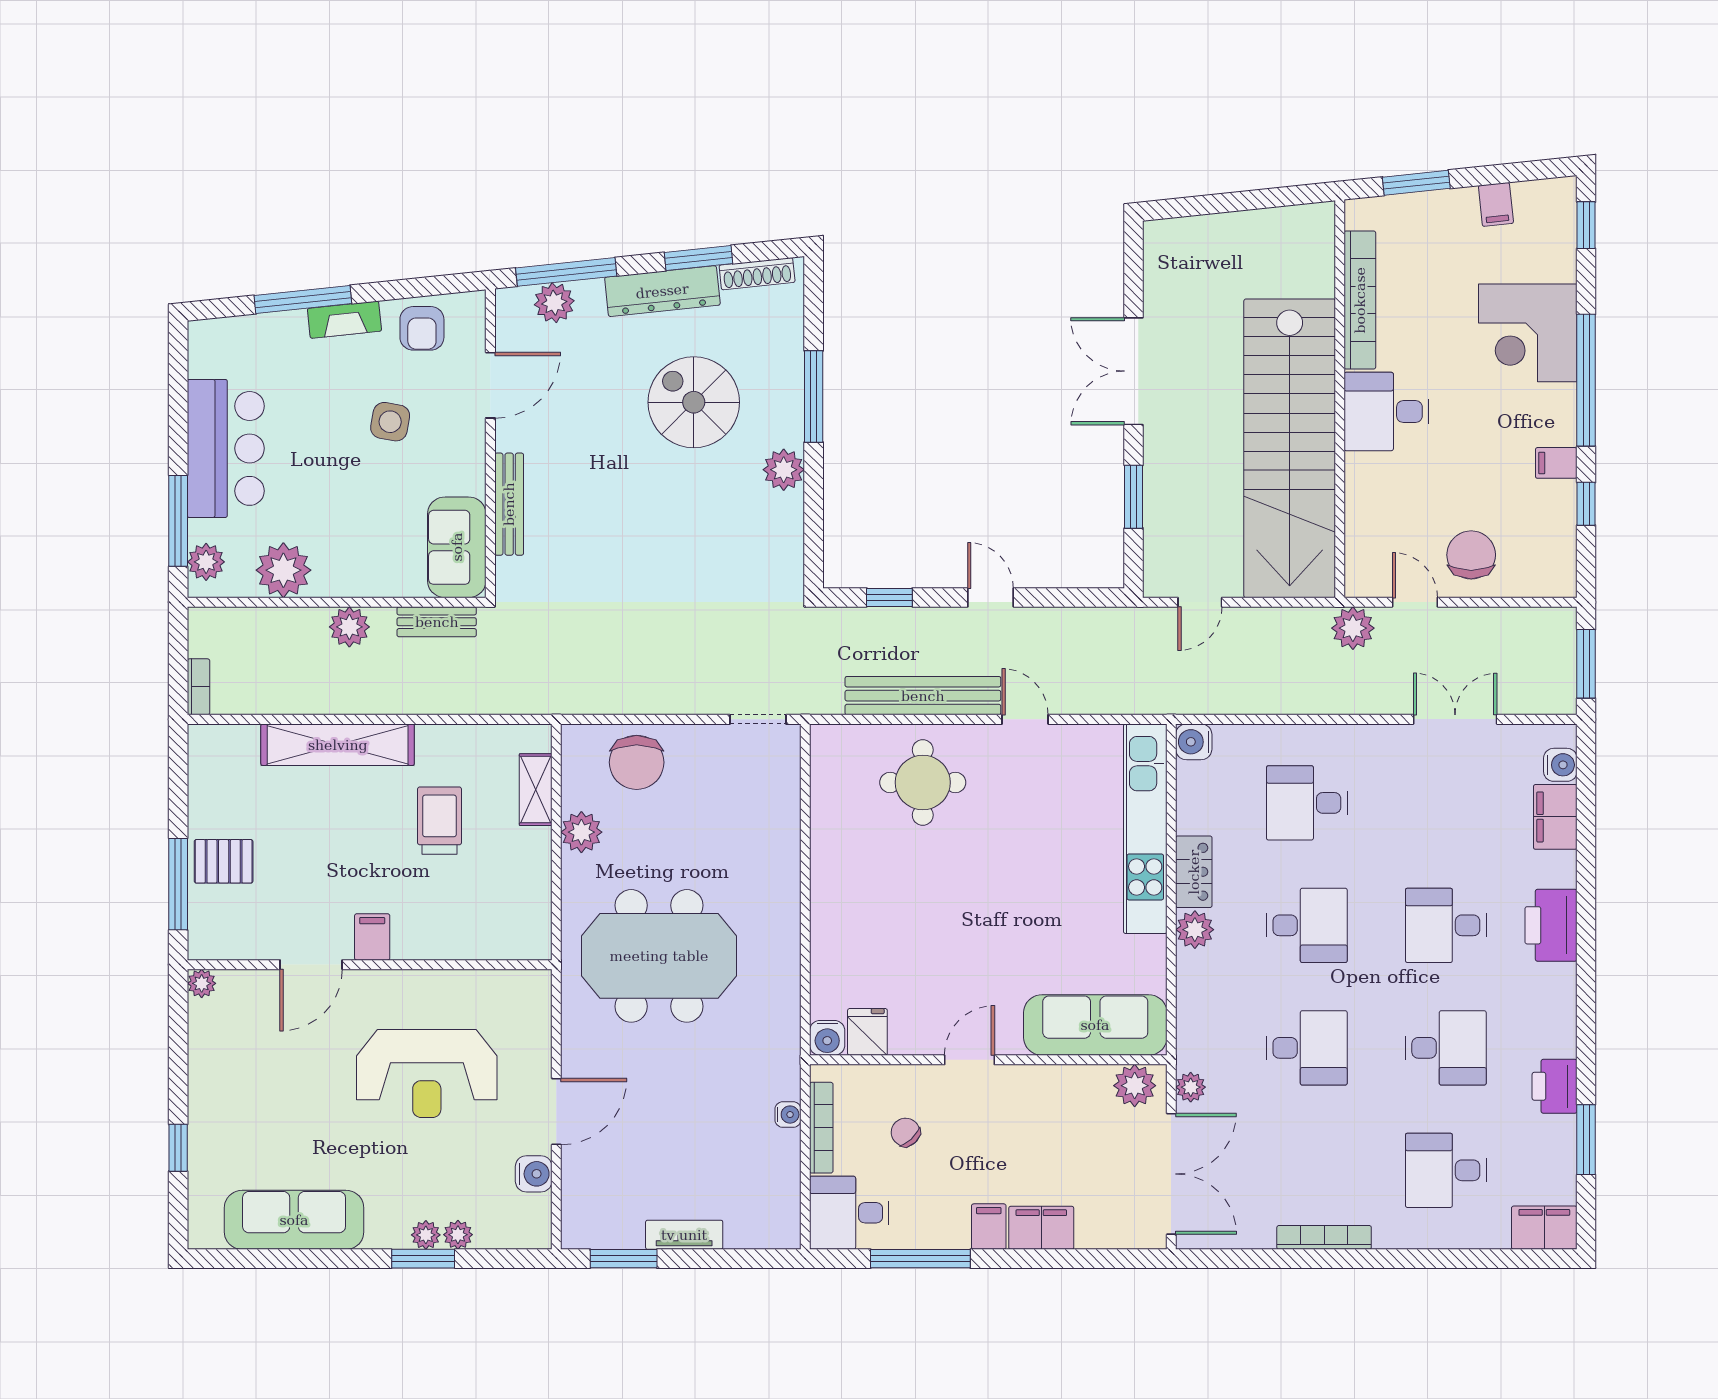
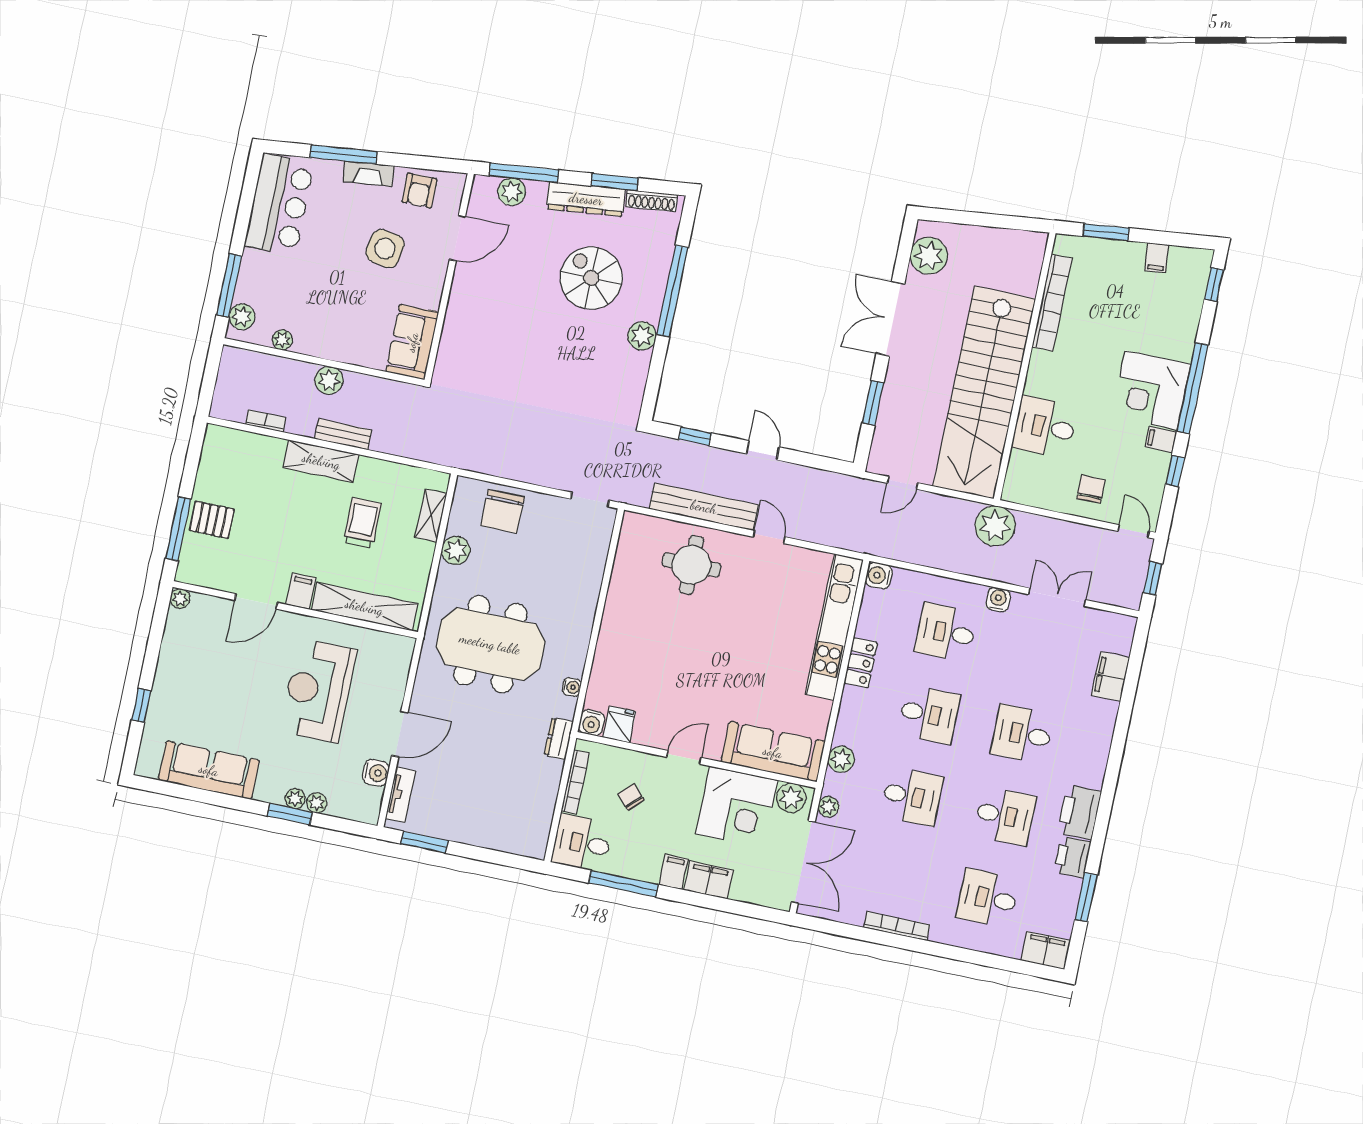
plant: (1170, 270) -> (929, 256), added
corner desk: (1528, 333) -> (1151, 390), moved
window: (814, 396) -> (672, 291), width x1.46
desk: (1387, 412) -> (1045, 427), moved
side table: (390, 422) -> (385, 249), width x1.37, depth x1.37
bar counter: (226, 448) -> (279, 205), moved
bench: (509, 504) -> (453, 320), removed
chair: (1471, 555) -> (1091, 489), width x0.73, depth x0.73
plant: (283, 570) -> (282, 340), width x0.53, depth x0.53
door: (1415, 602) -> (1133, 531), moved
bench: (437, 622) -> (343, 434), moved
plant: (1353, 628) -> (995, 526), width x1.36, depth x1.36
window: (1586, 664) -> (1153, 578), width x0.67
bookcase: (198, 687) -> (266, 421), moved, turned -90
shelving: (338, 745) -> (321, 461), width x0.68
water cooler: (1560, 765) -> (998, 600), moved, turned -90
printer: (1551, 925) -> (1079, 812), moved
plant: (1195, 930) -> (841, 759), moved
shelving: (468, 940) -> (364, 607), added
dresser: (785, 1070) -> (559, 738), added
reception desk: (427, 1074) -> (318, 691), turned 90
water cooler: (788, 1115) -> (572, 687), moved
corner desk: (1060, 1115) -> (737, 807), added
tv unit: (684, 1235) -> (400, 795), moved, turned 90

